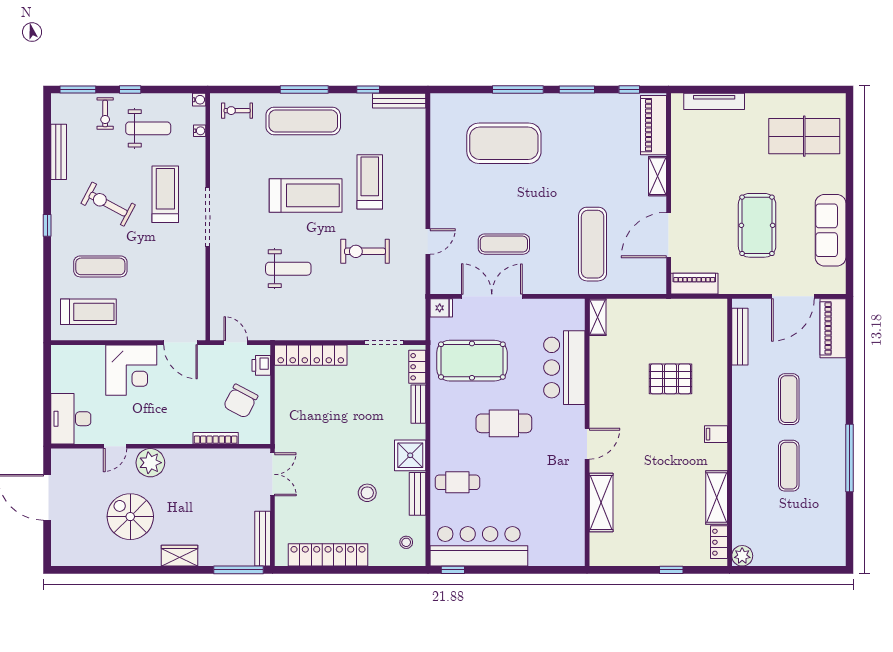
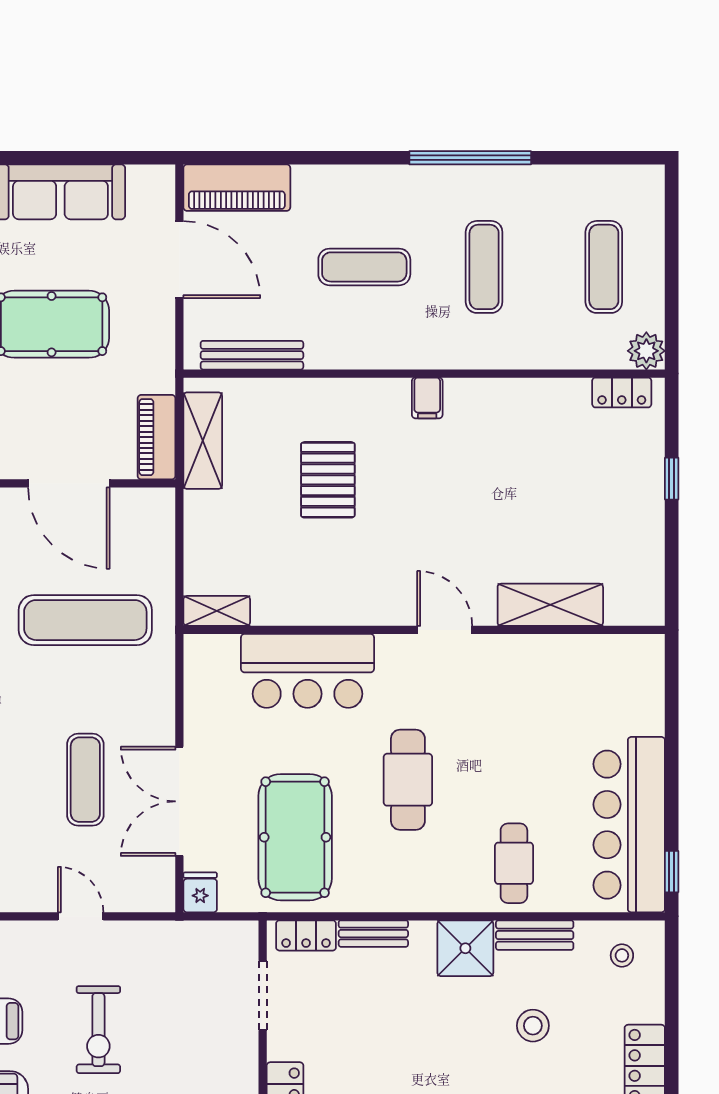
exercise mat: (789, 466) -> (484, 267), turned 90
shelving: (717, 497) -> (203, 441), moved, turned 90
exercise mat: (789, 532) -> (604, 267), added

